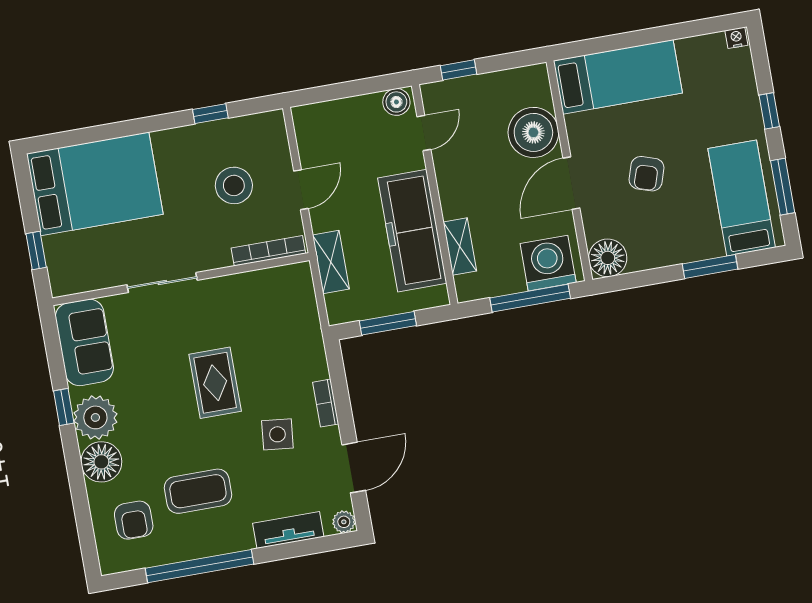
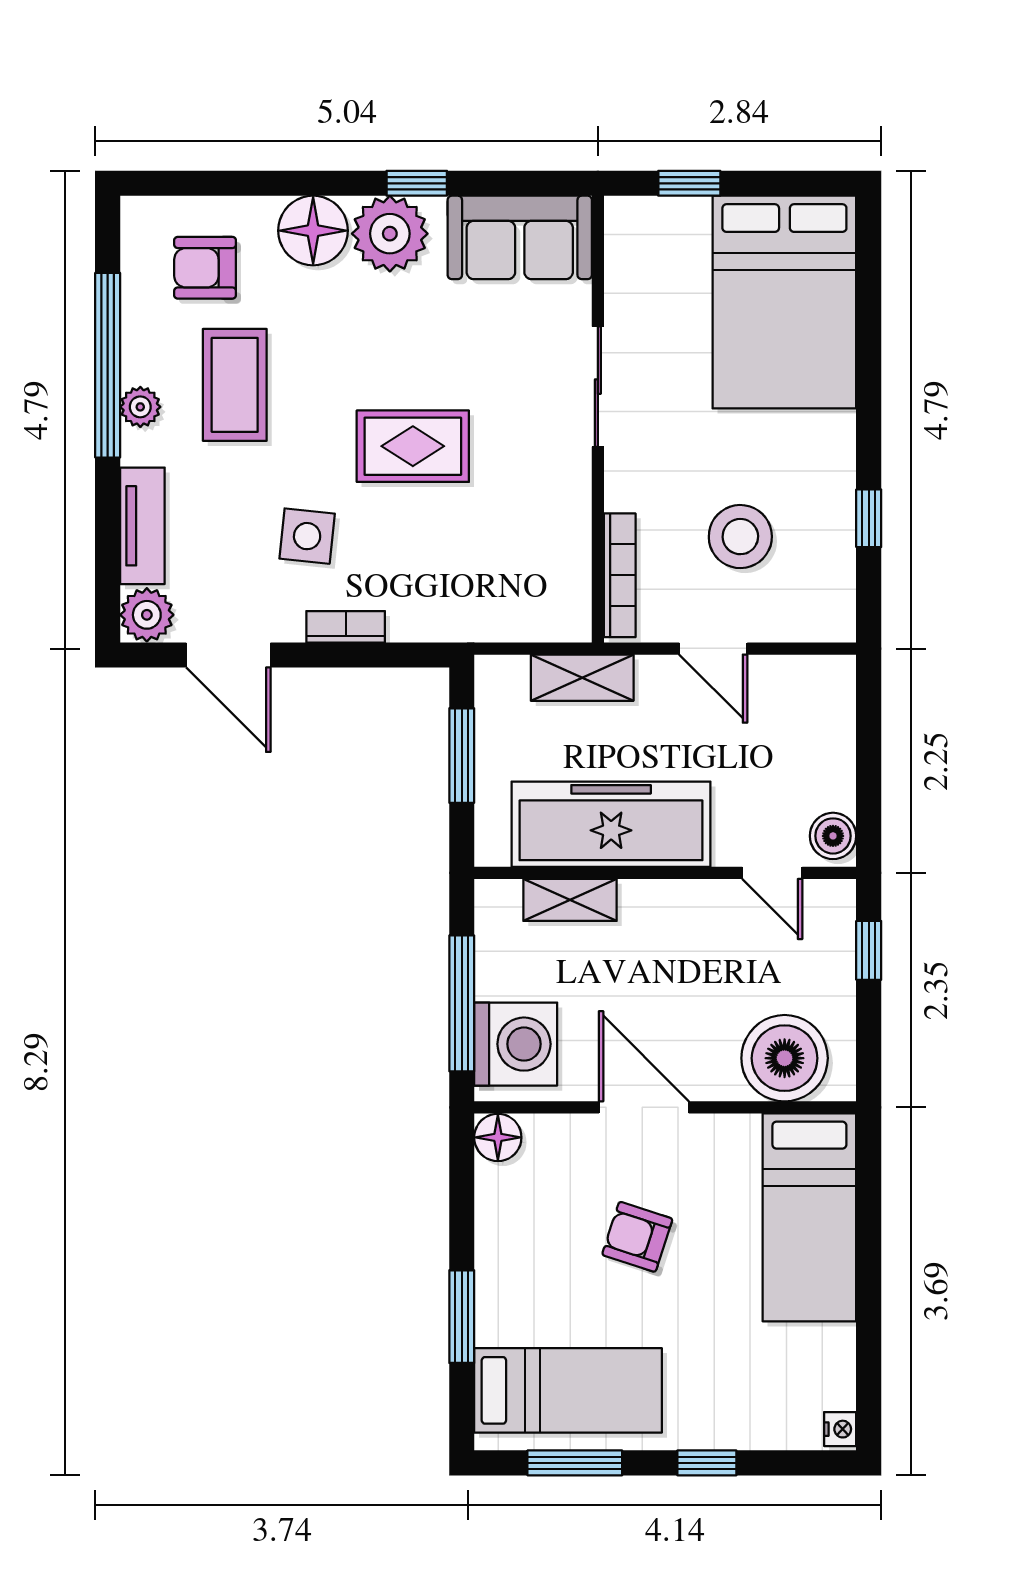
boiler: (533, 132) -> (785, 1058), moved
floor lamp: (608, 258) -> (498, 1137), width x0.73, depth x0.73
plant: (344, 522) -> (147, 615), width x1.38, depth x1.38
plant: (220, 543) -> (140, 407), added

